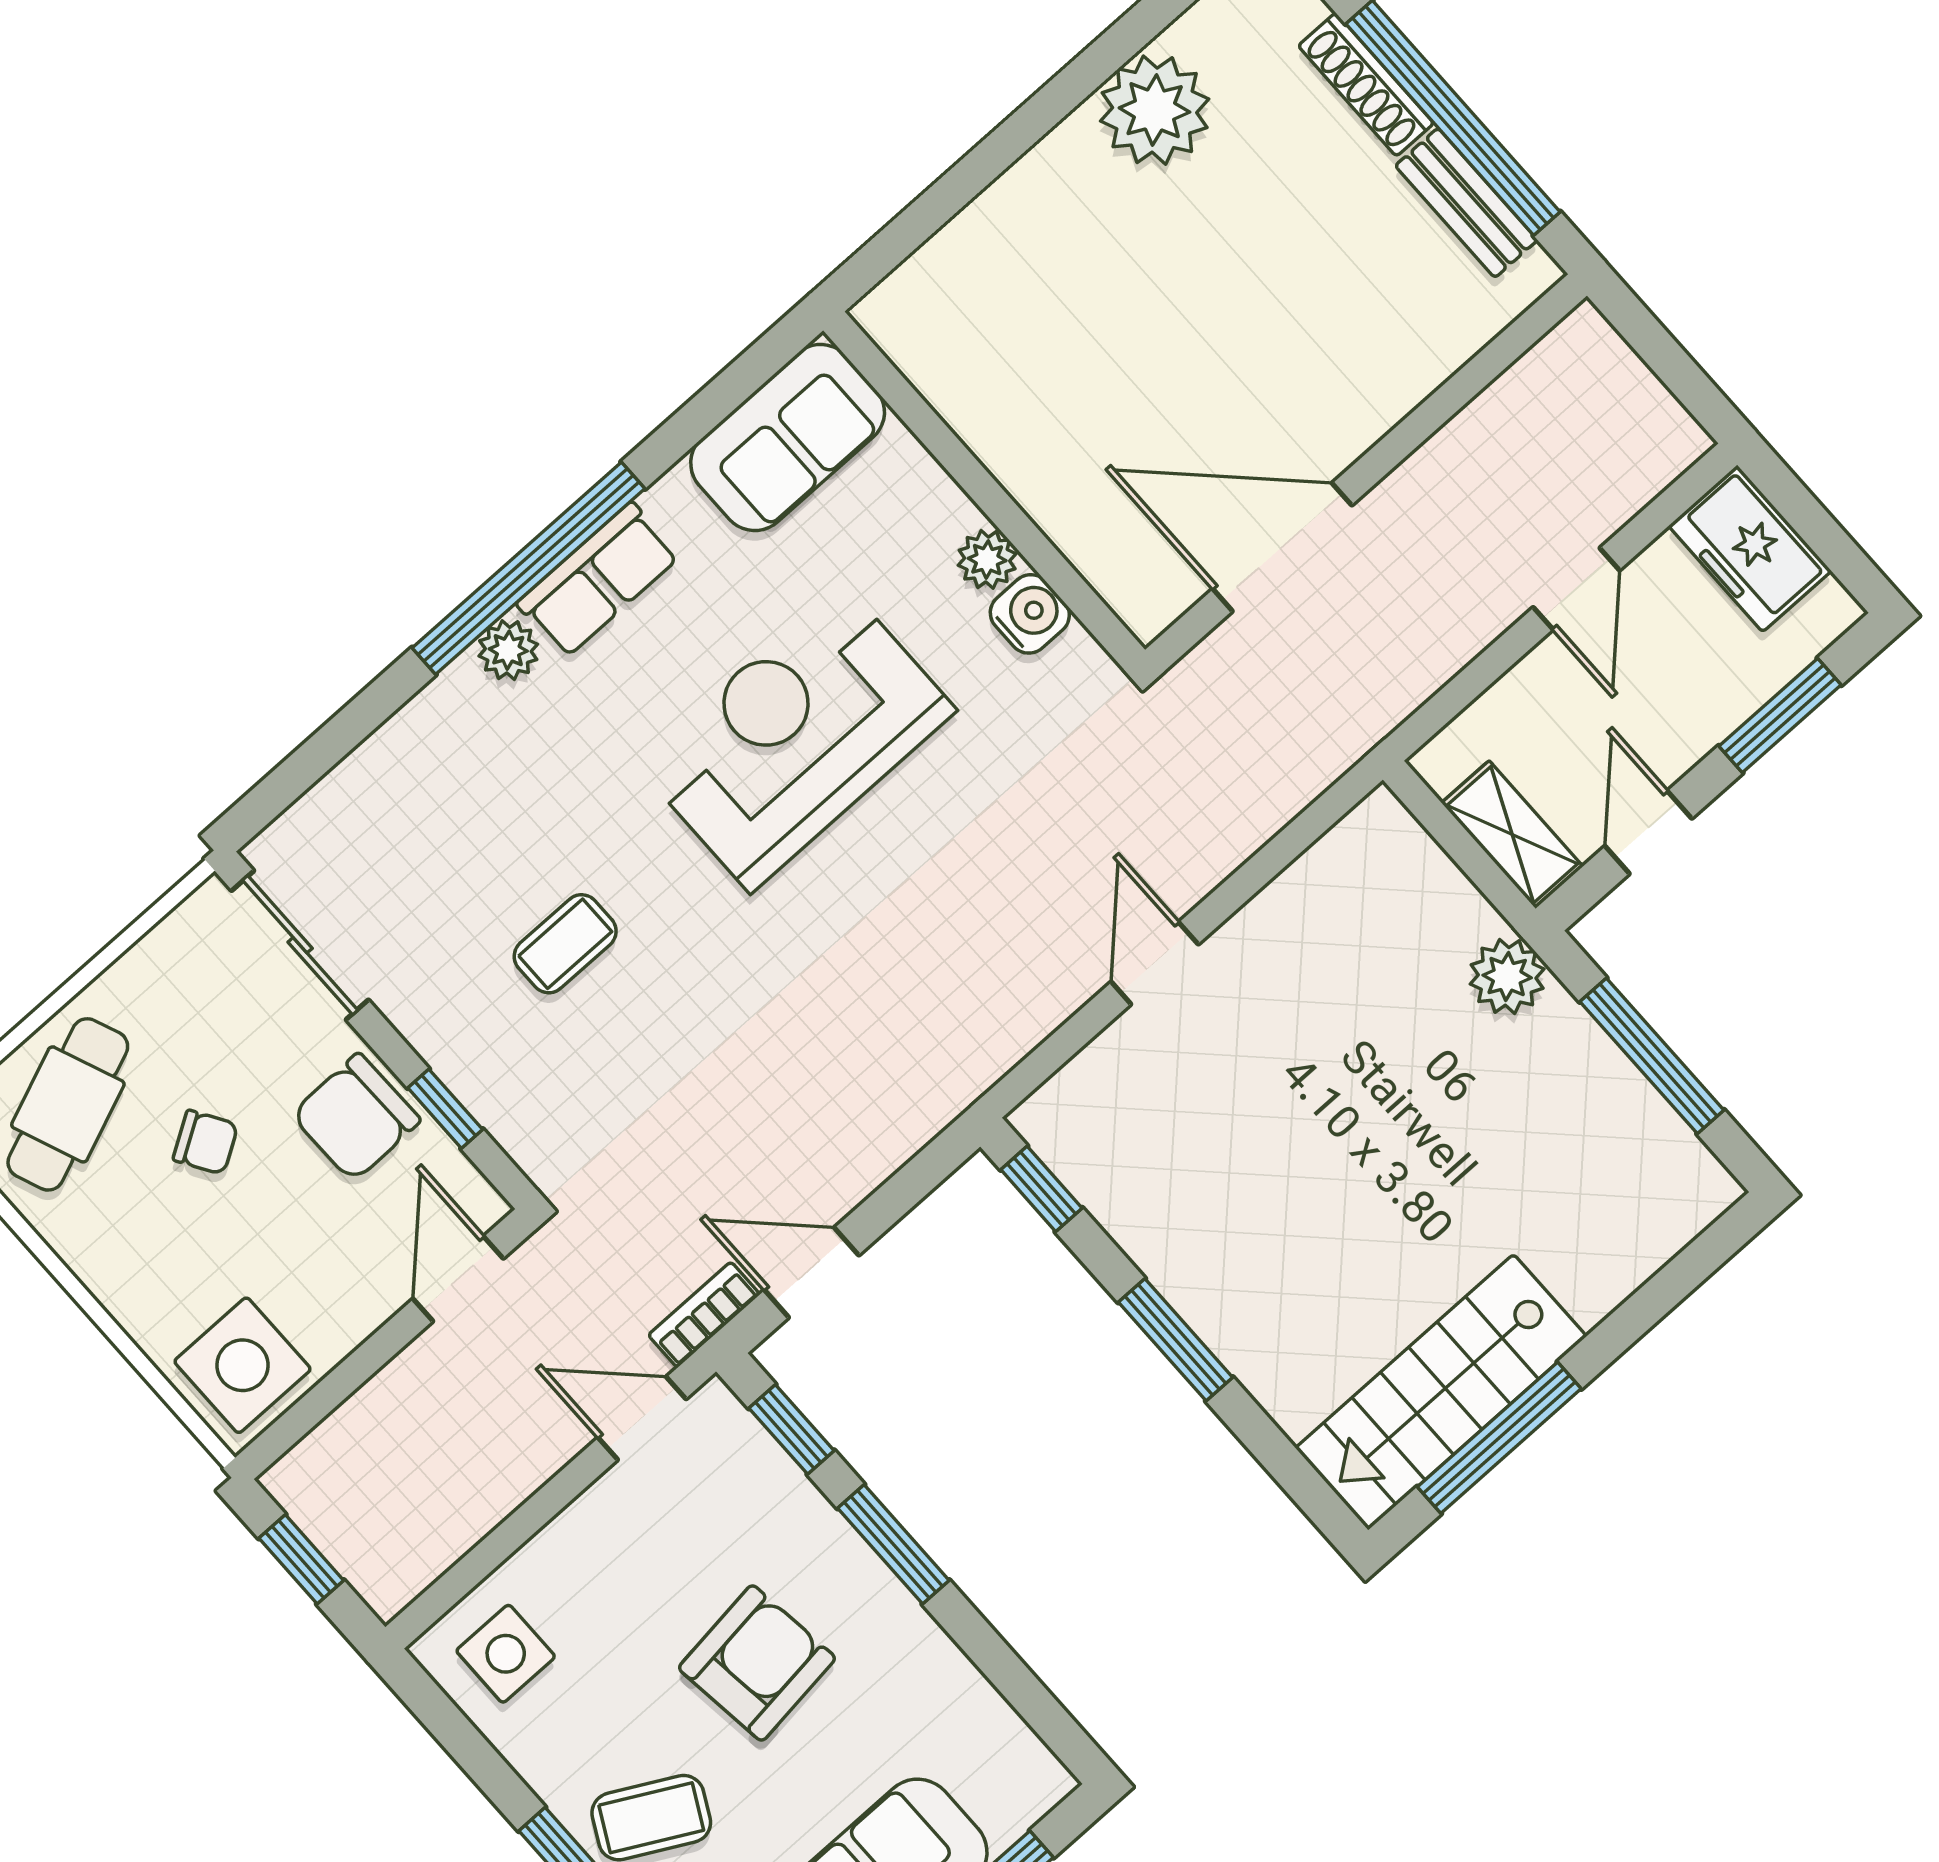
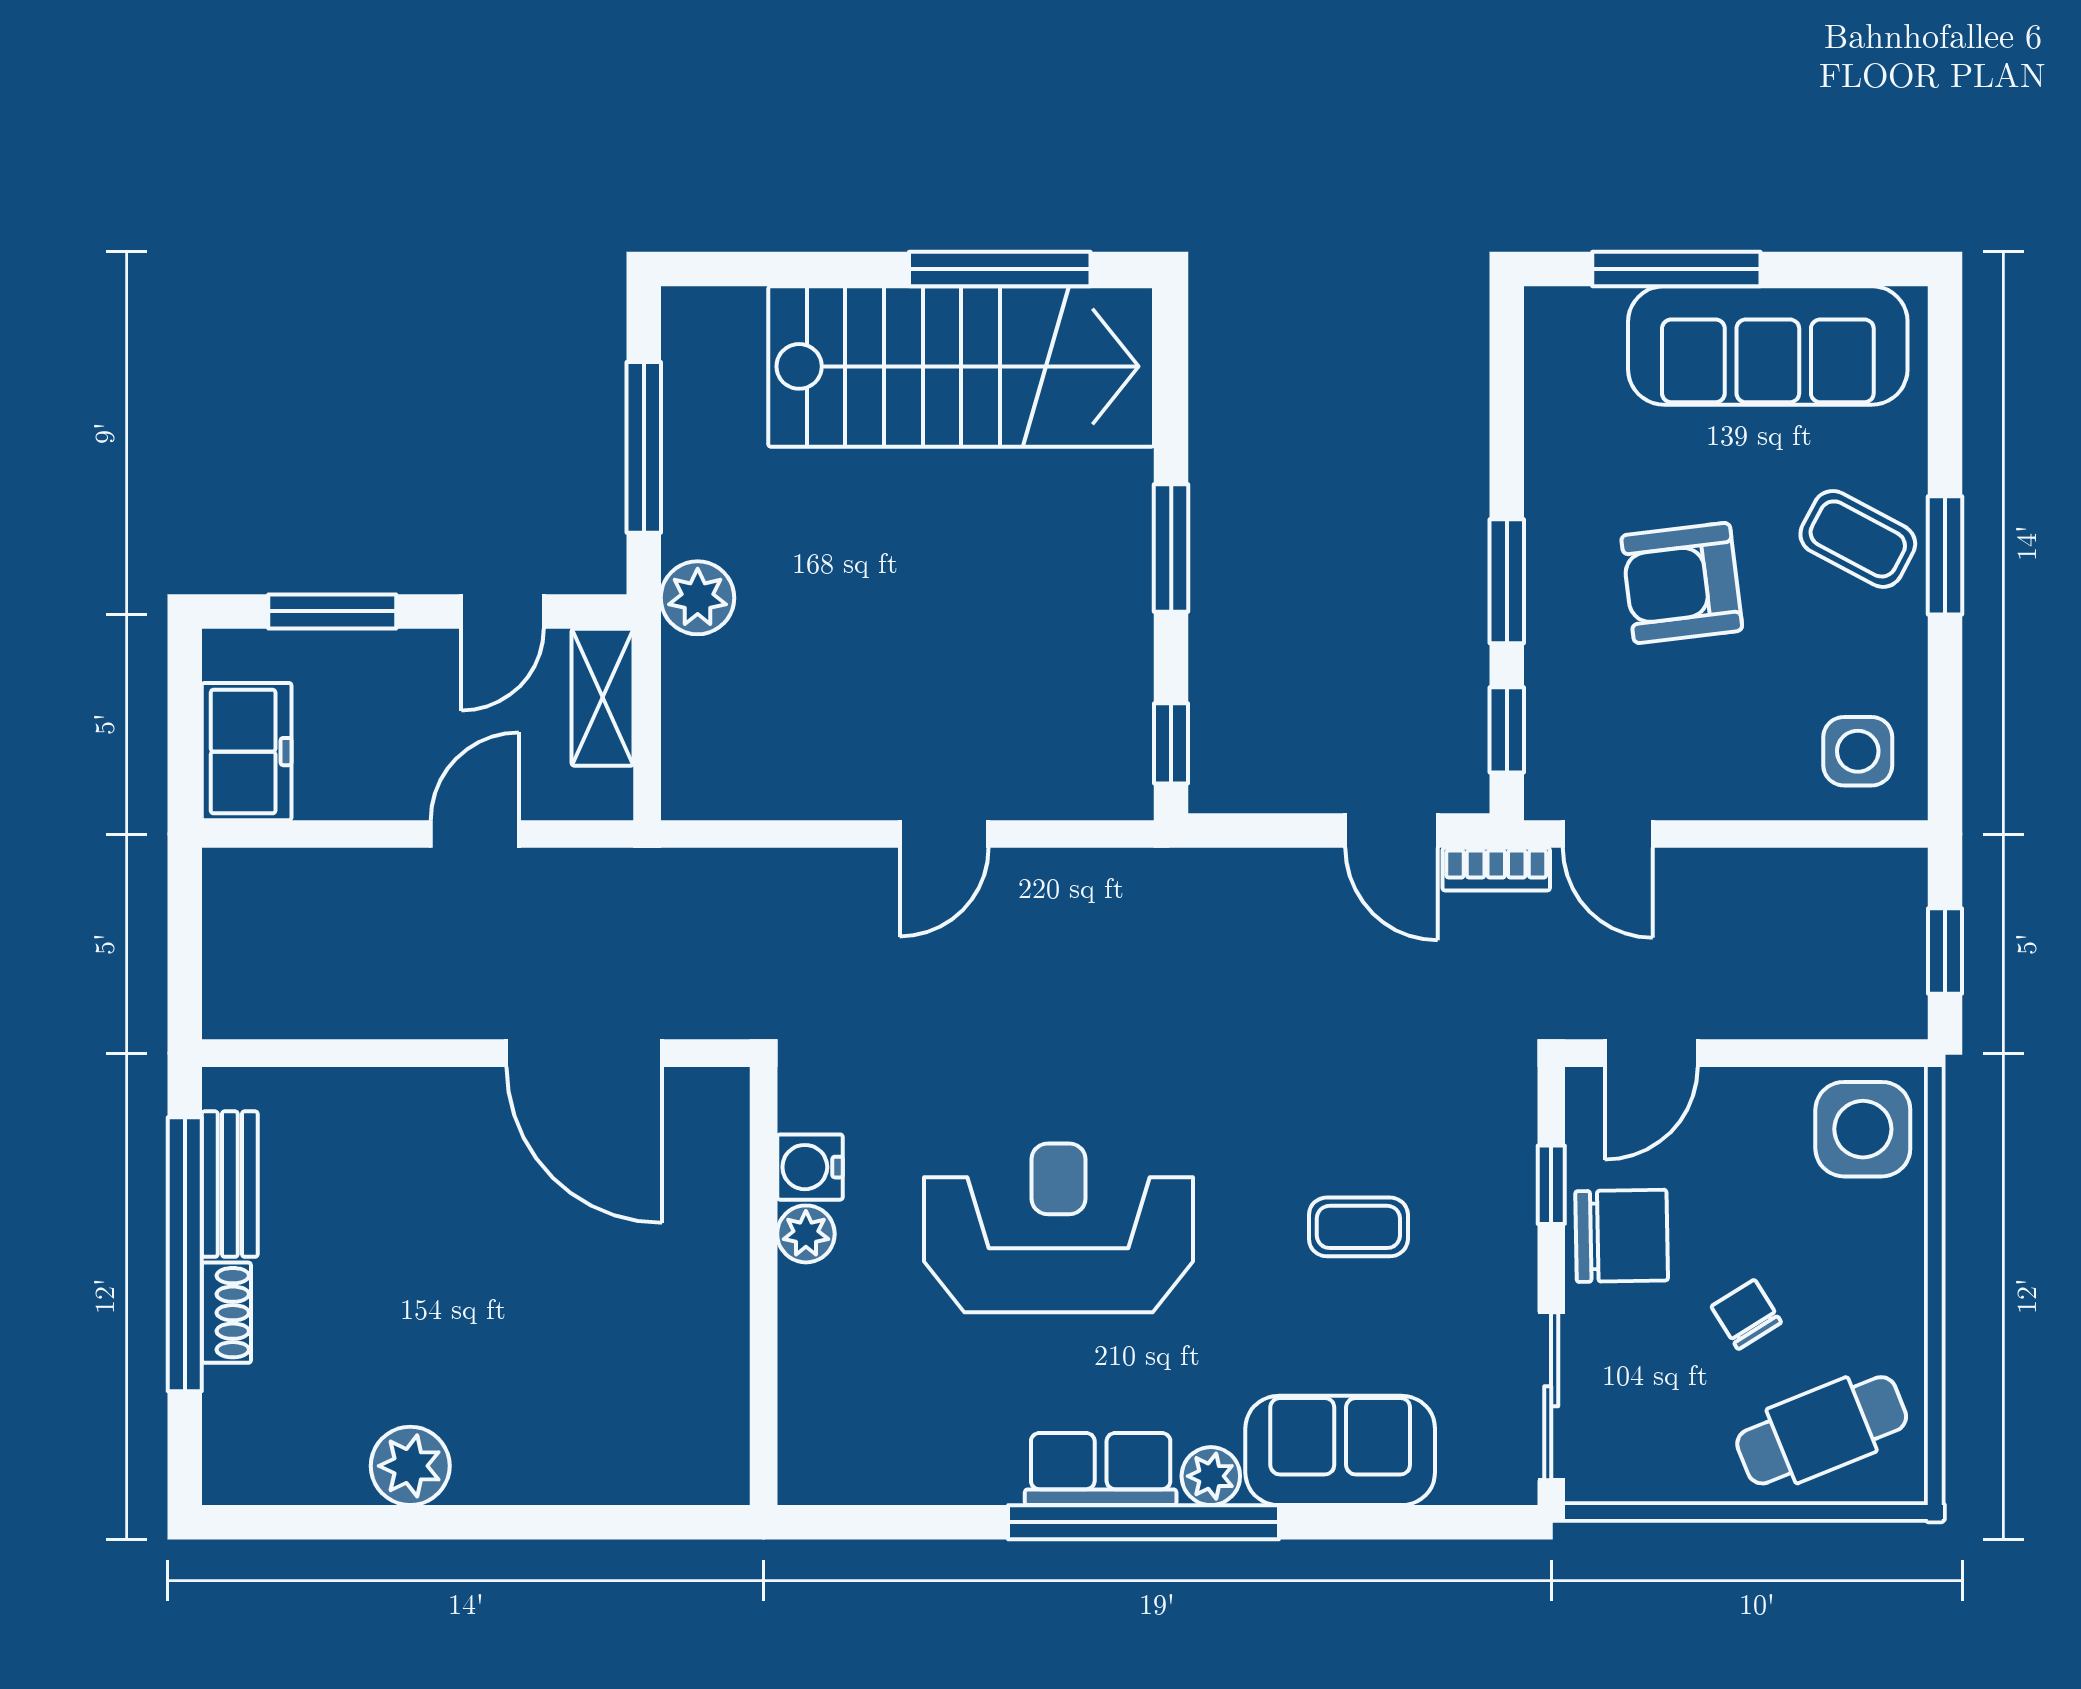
shoe rack: (1366, 85) -> (226, 1313), width x0.70
plant: (1155, 110) -> (410, 1466), width x0.73, depth x0.73
sofa: (788, 437) -> (1340, 1450), moved
door: (1576, 589) -> (475, 834), moved
reception desk: (796, 737) -> (1059, 1228), turned 180
stairs: (1441, 1392) -> (961, 366), width x1.36, depth x1.51

